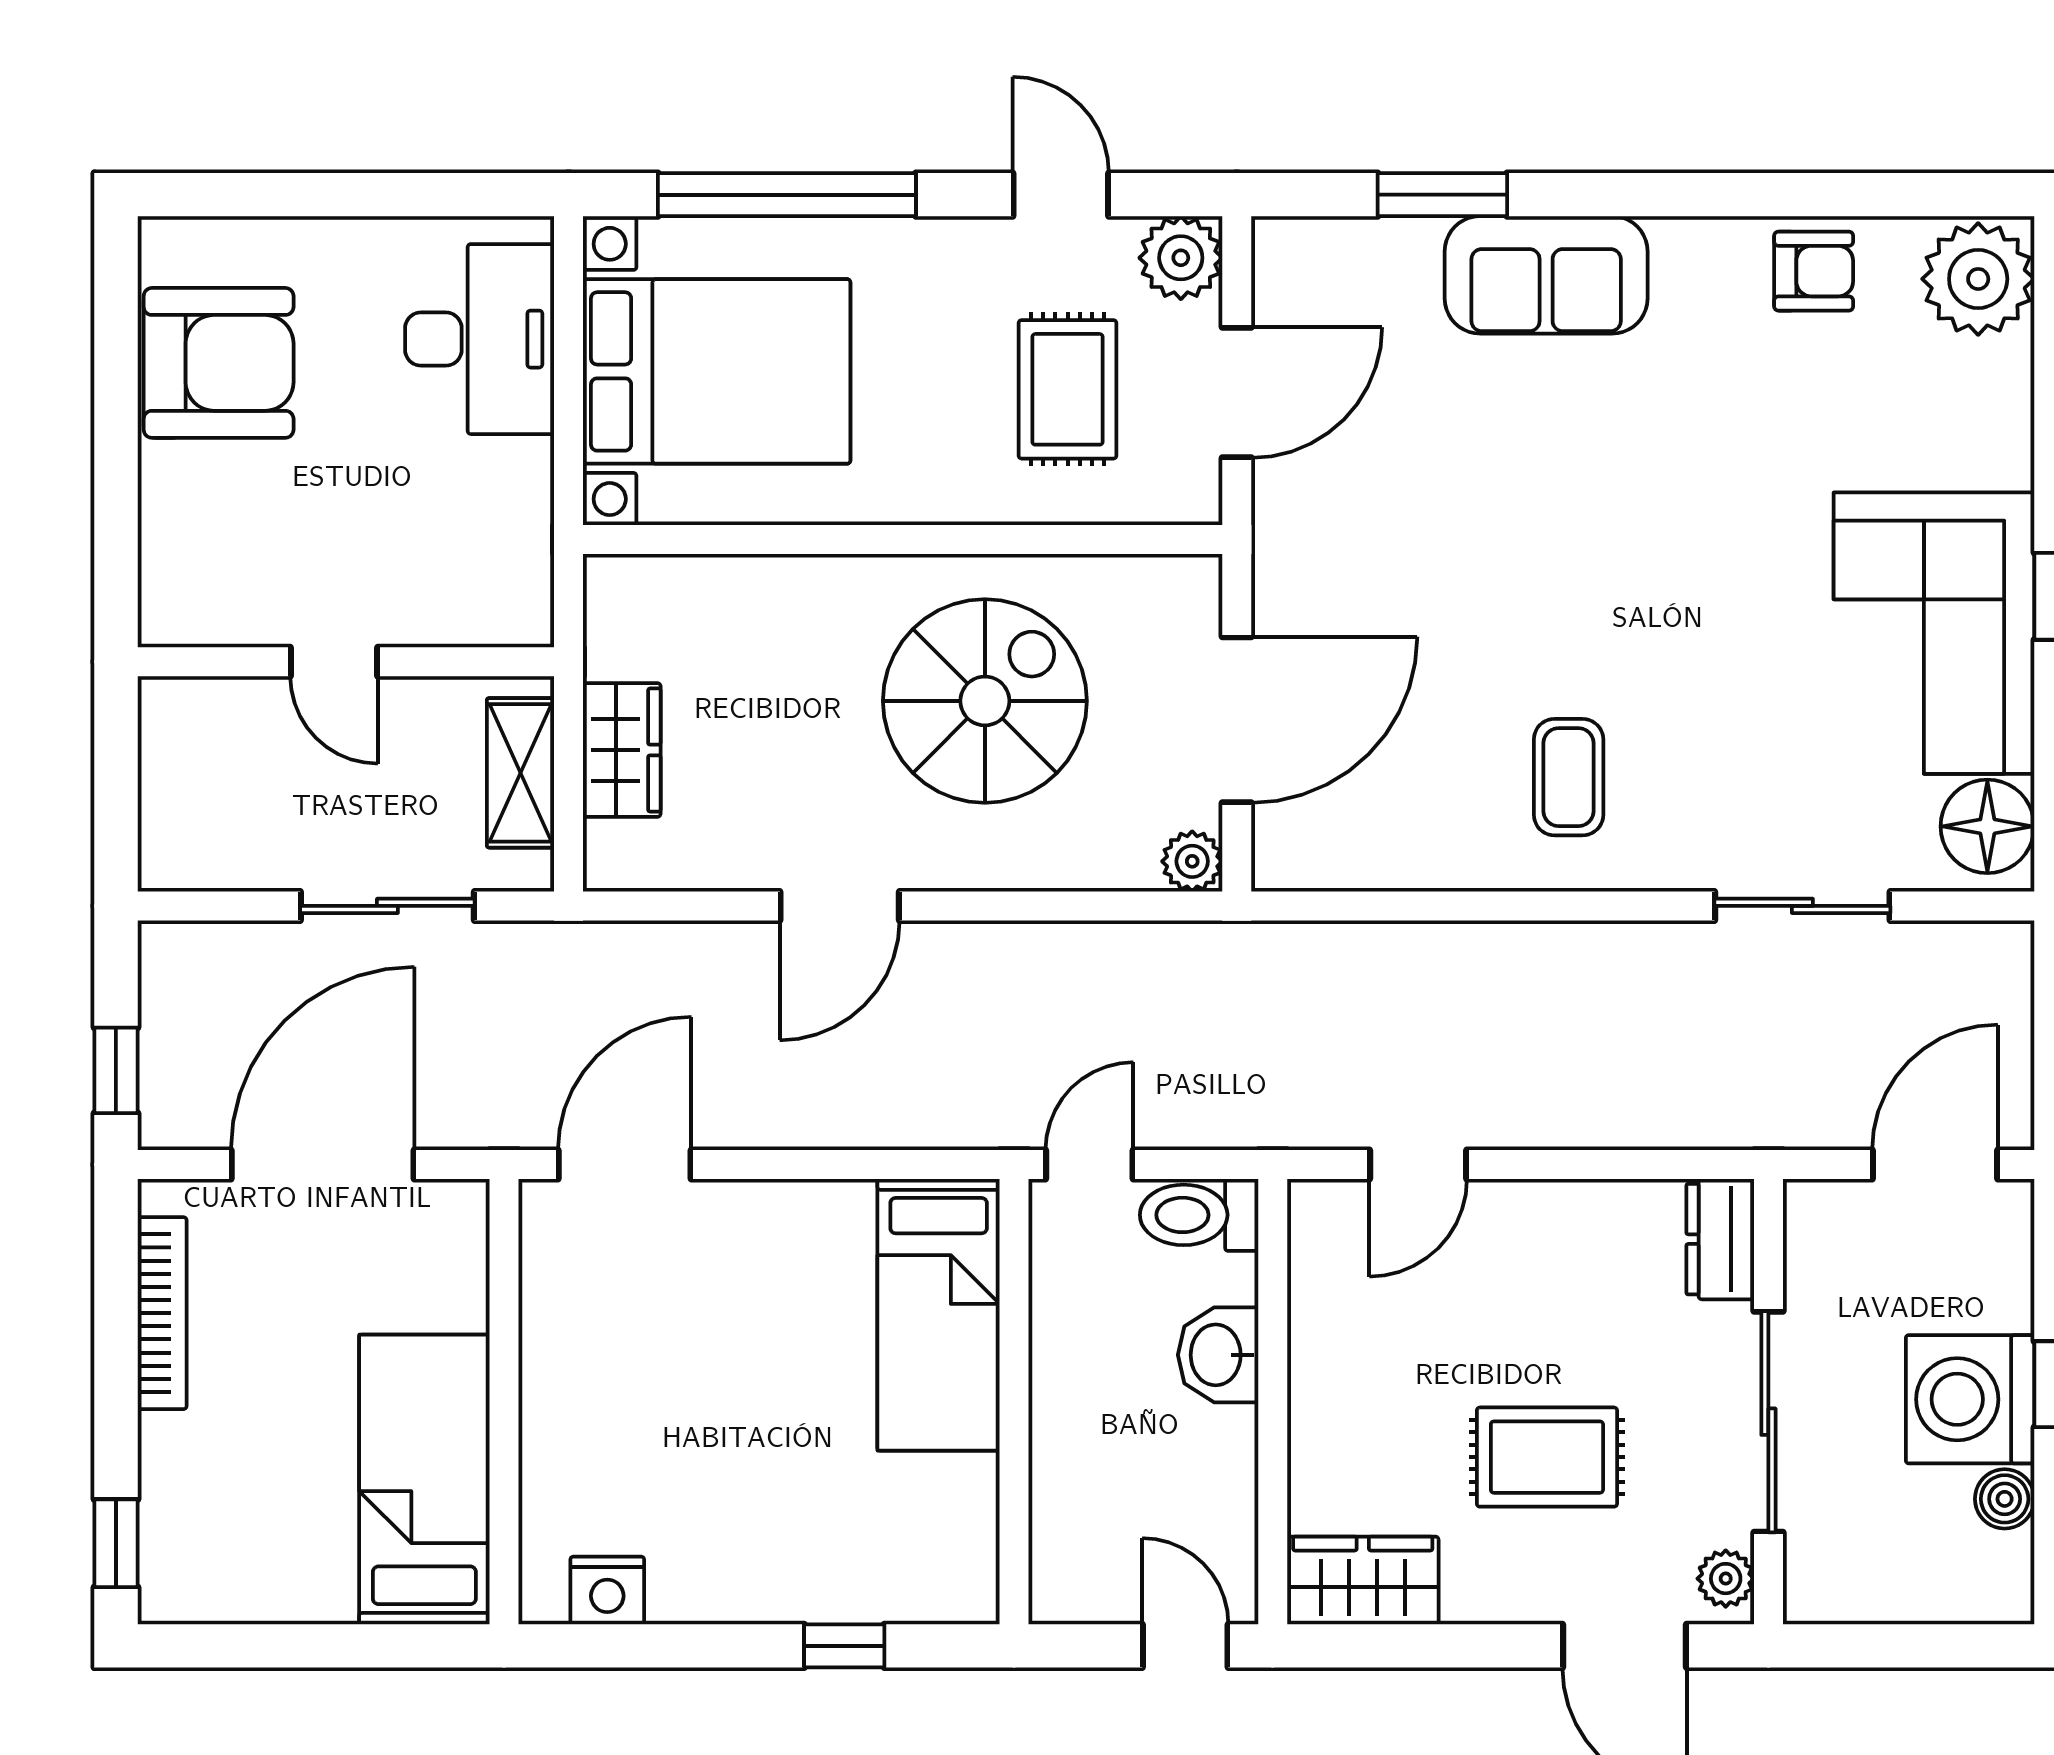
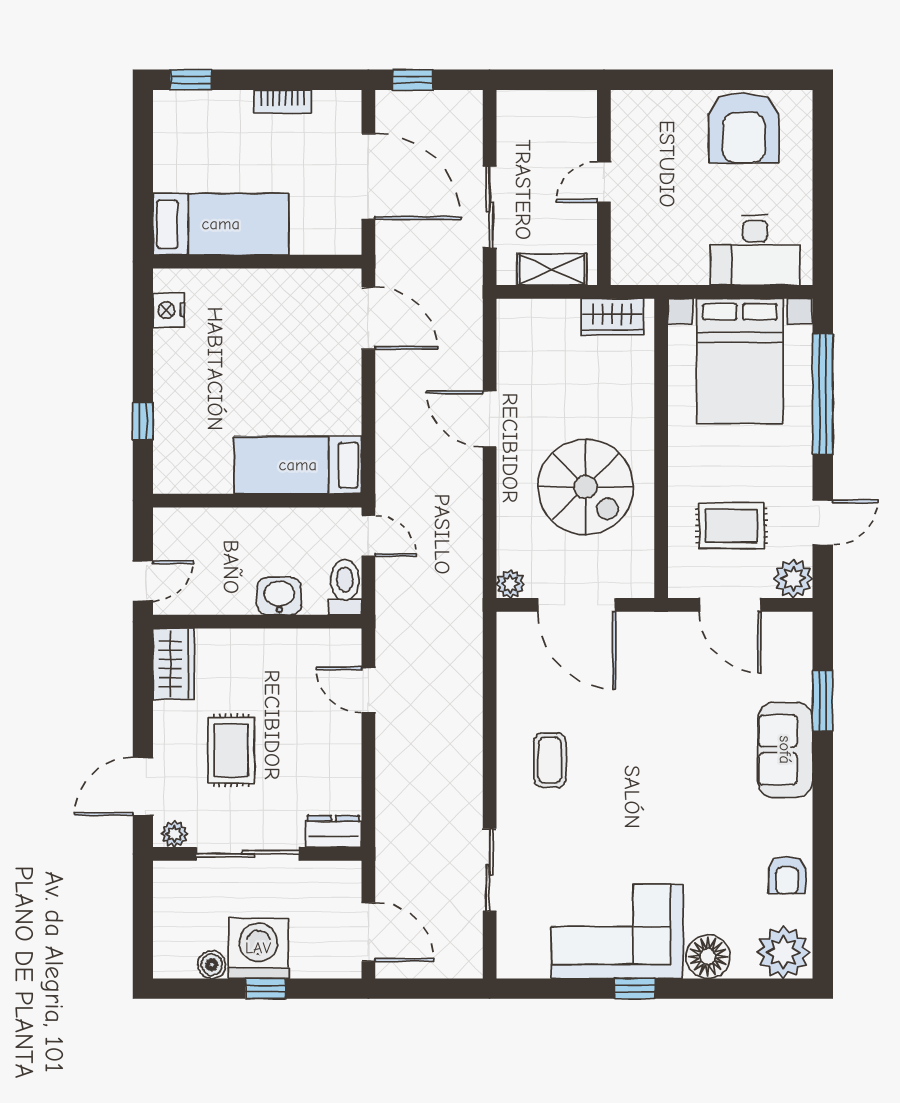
wardrobe: (622, 750) -> (612, 317), moved
coffee table: (1569, 777) -> (550, 760), turned 90
floor lamp: (1987, 826) -> (708, 957), moved
bookcase: (162, 1313) -> (283, 101), width x0.64

